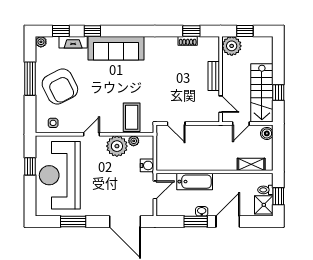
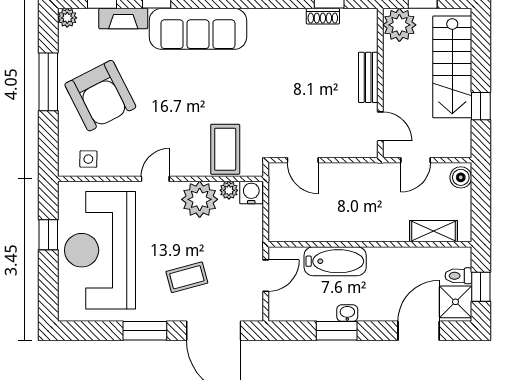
stairs: (262, 93) -> (452, 67), moved
water cooler: (147, 165) -> (251, 193), moved, turned -90
coffee table: (110, 191) -> (187, 277), added
window: (73, 222) -> (145, 331), moved
door: (228, 222) -> (419, 331), moved

